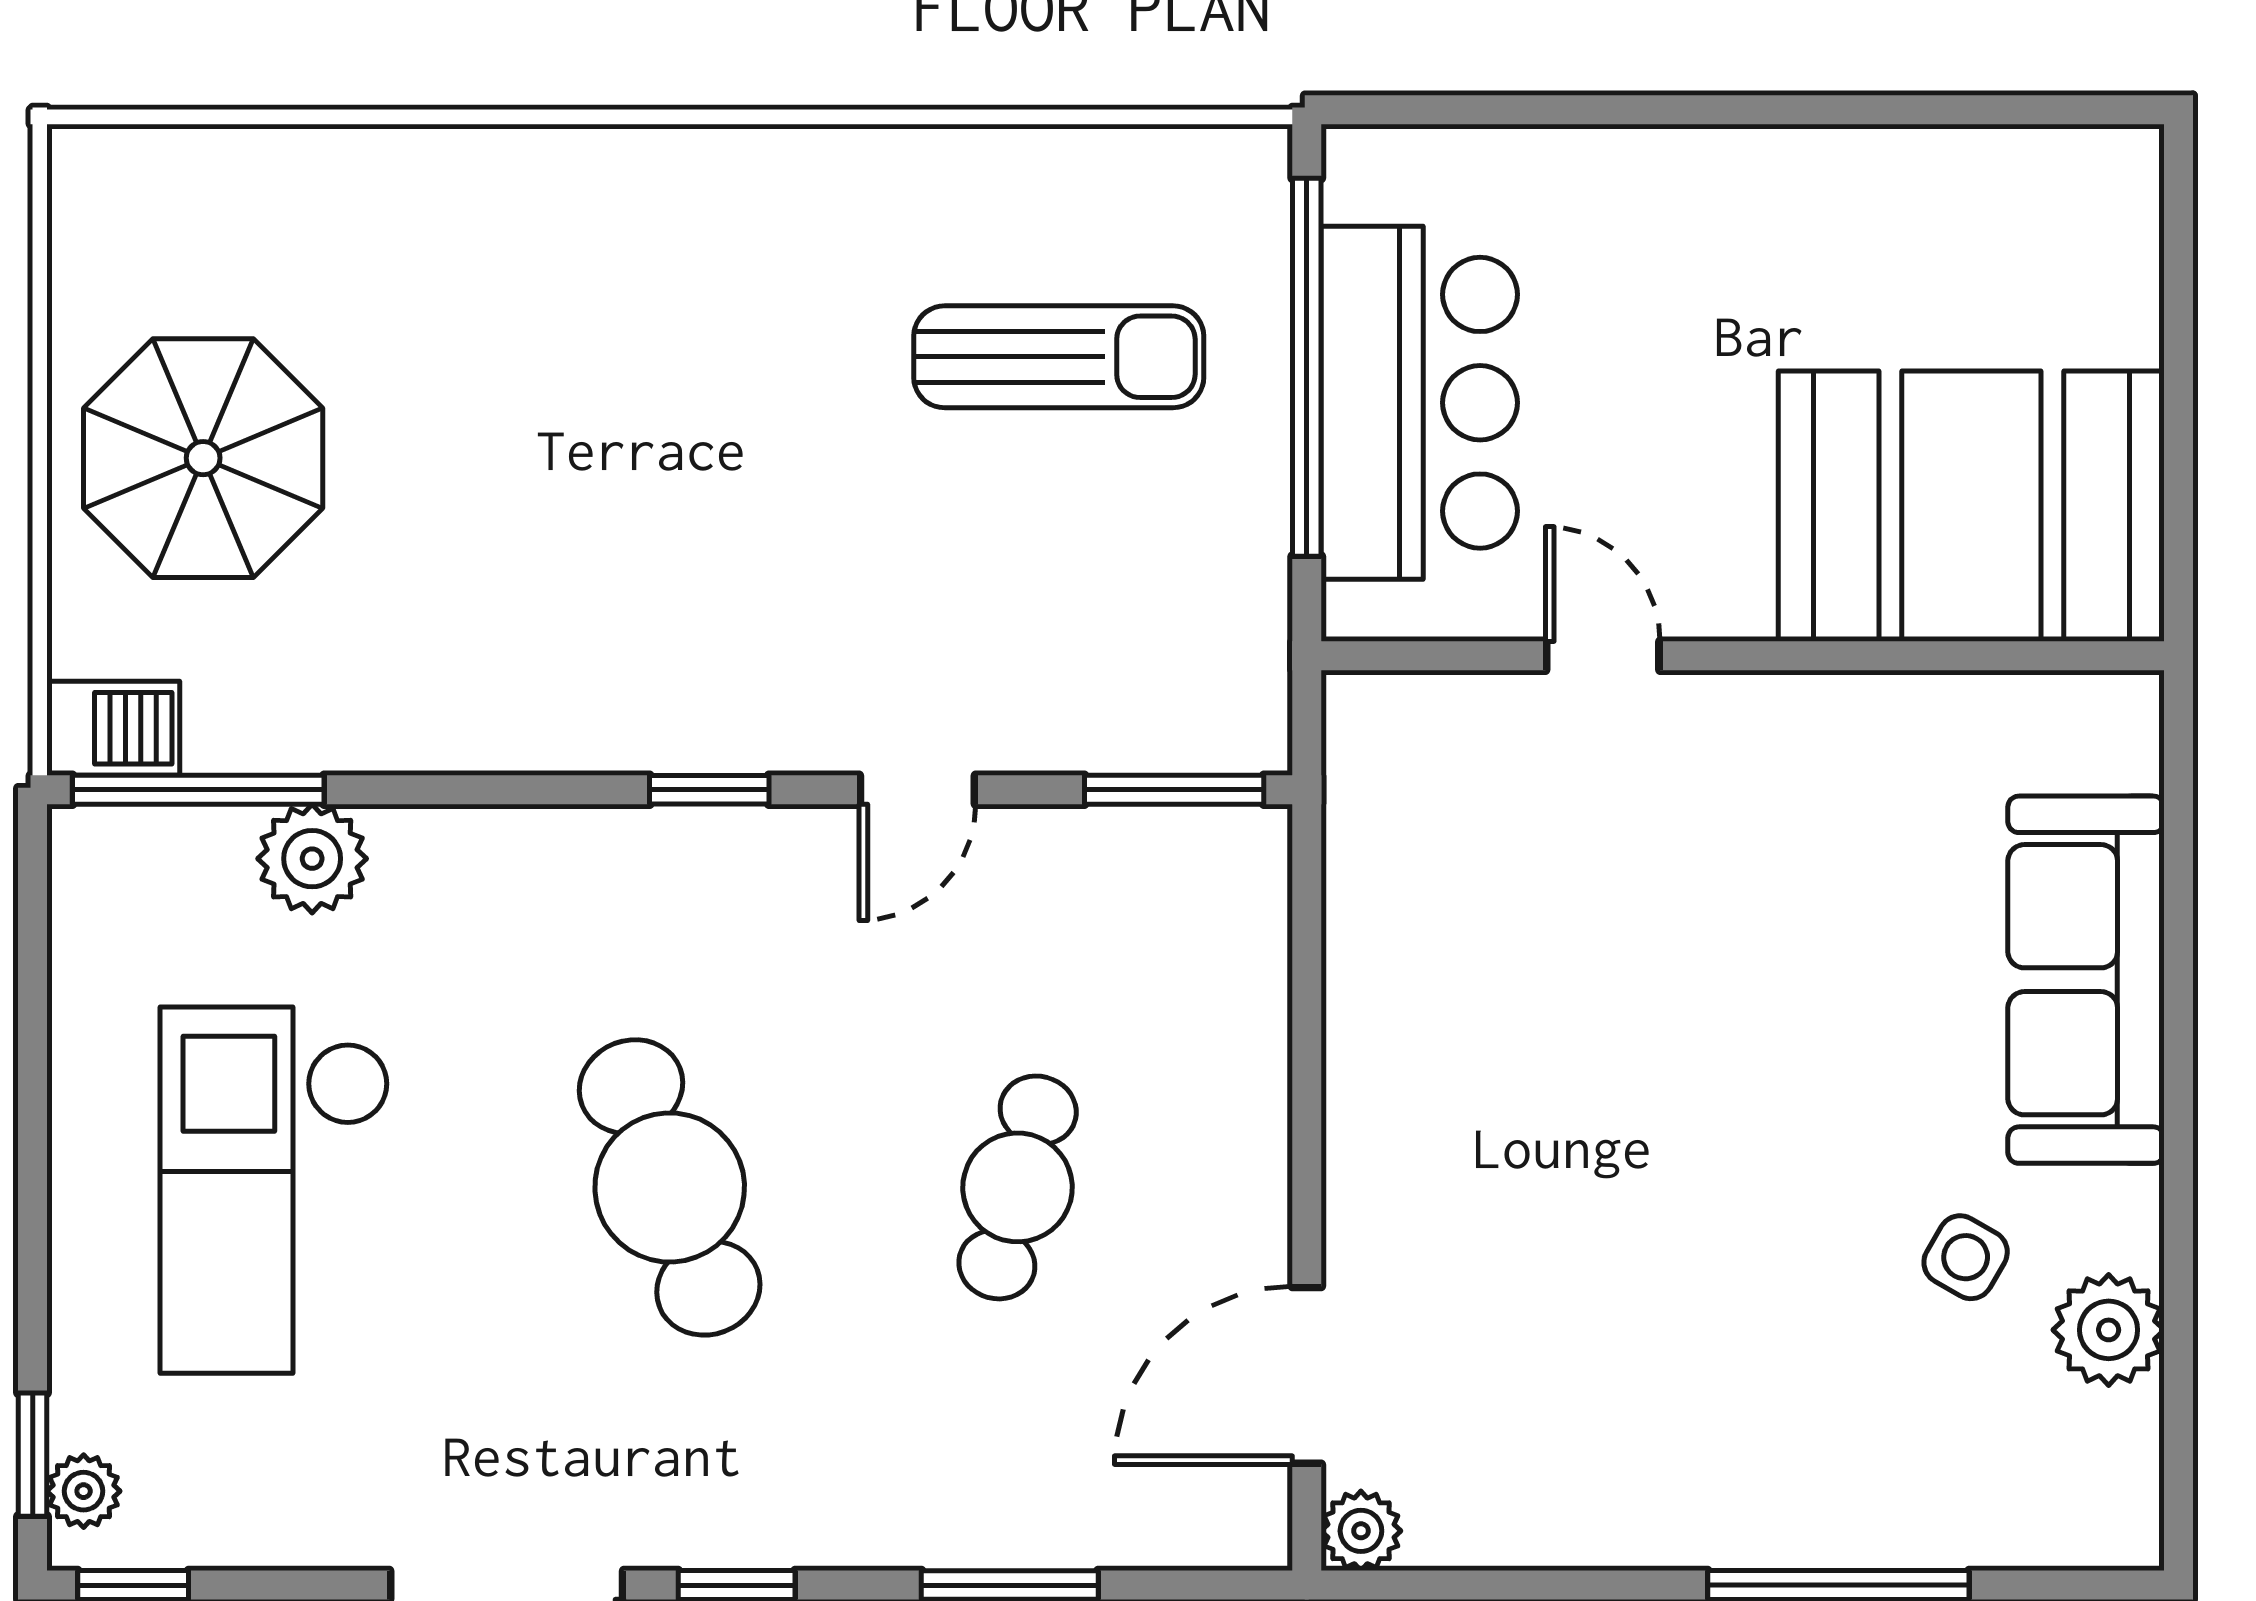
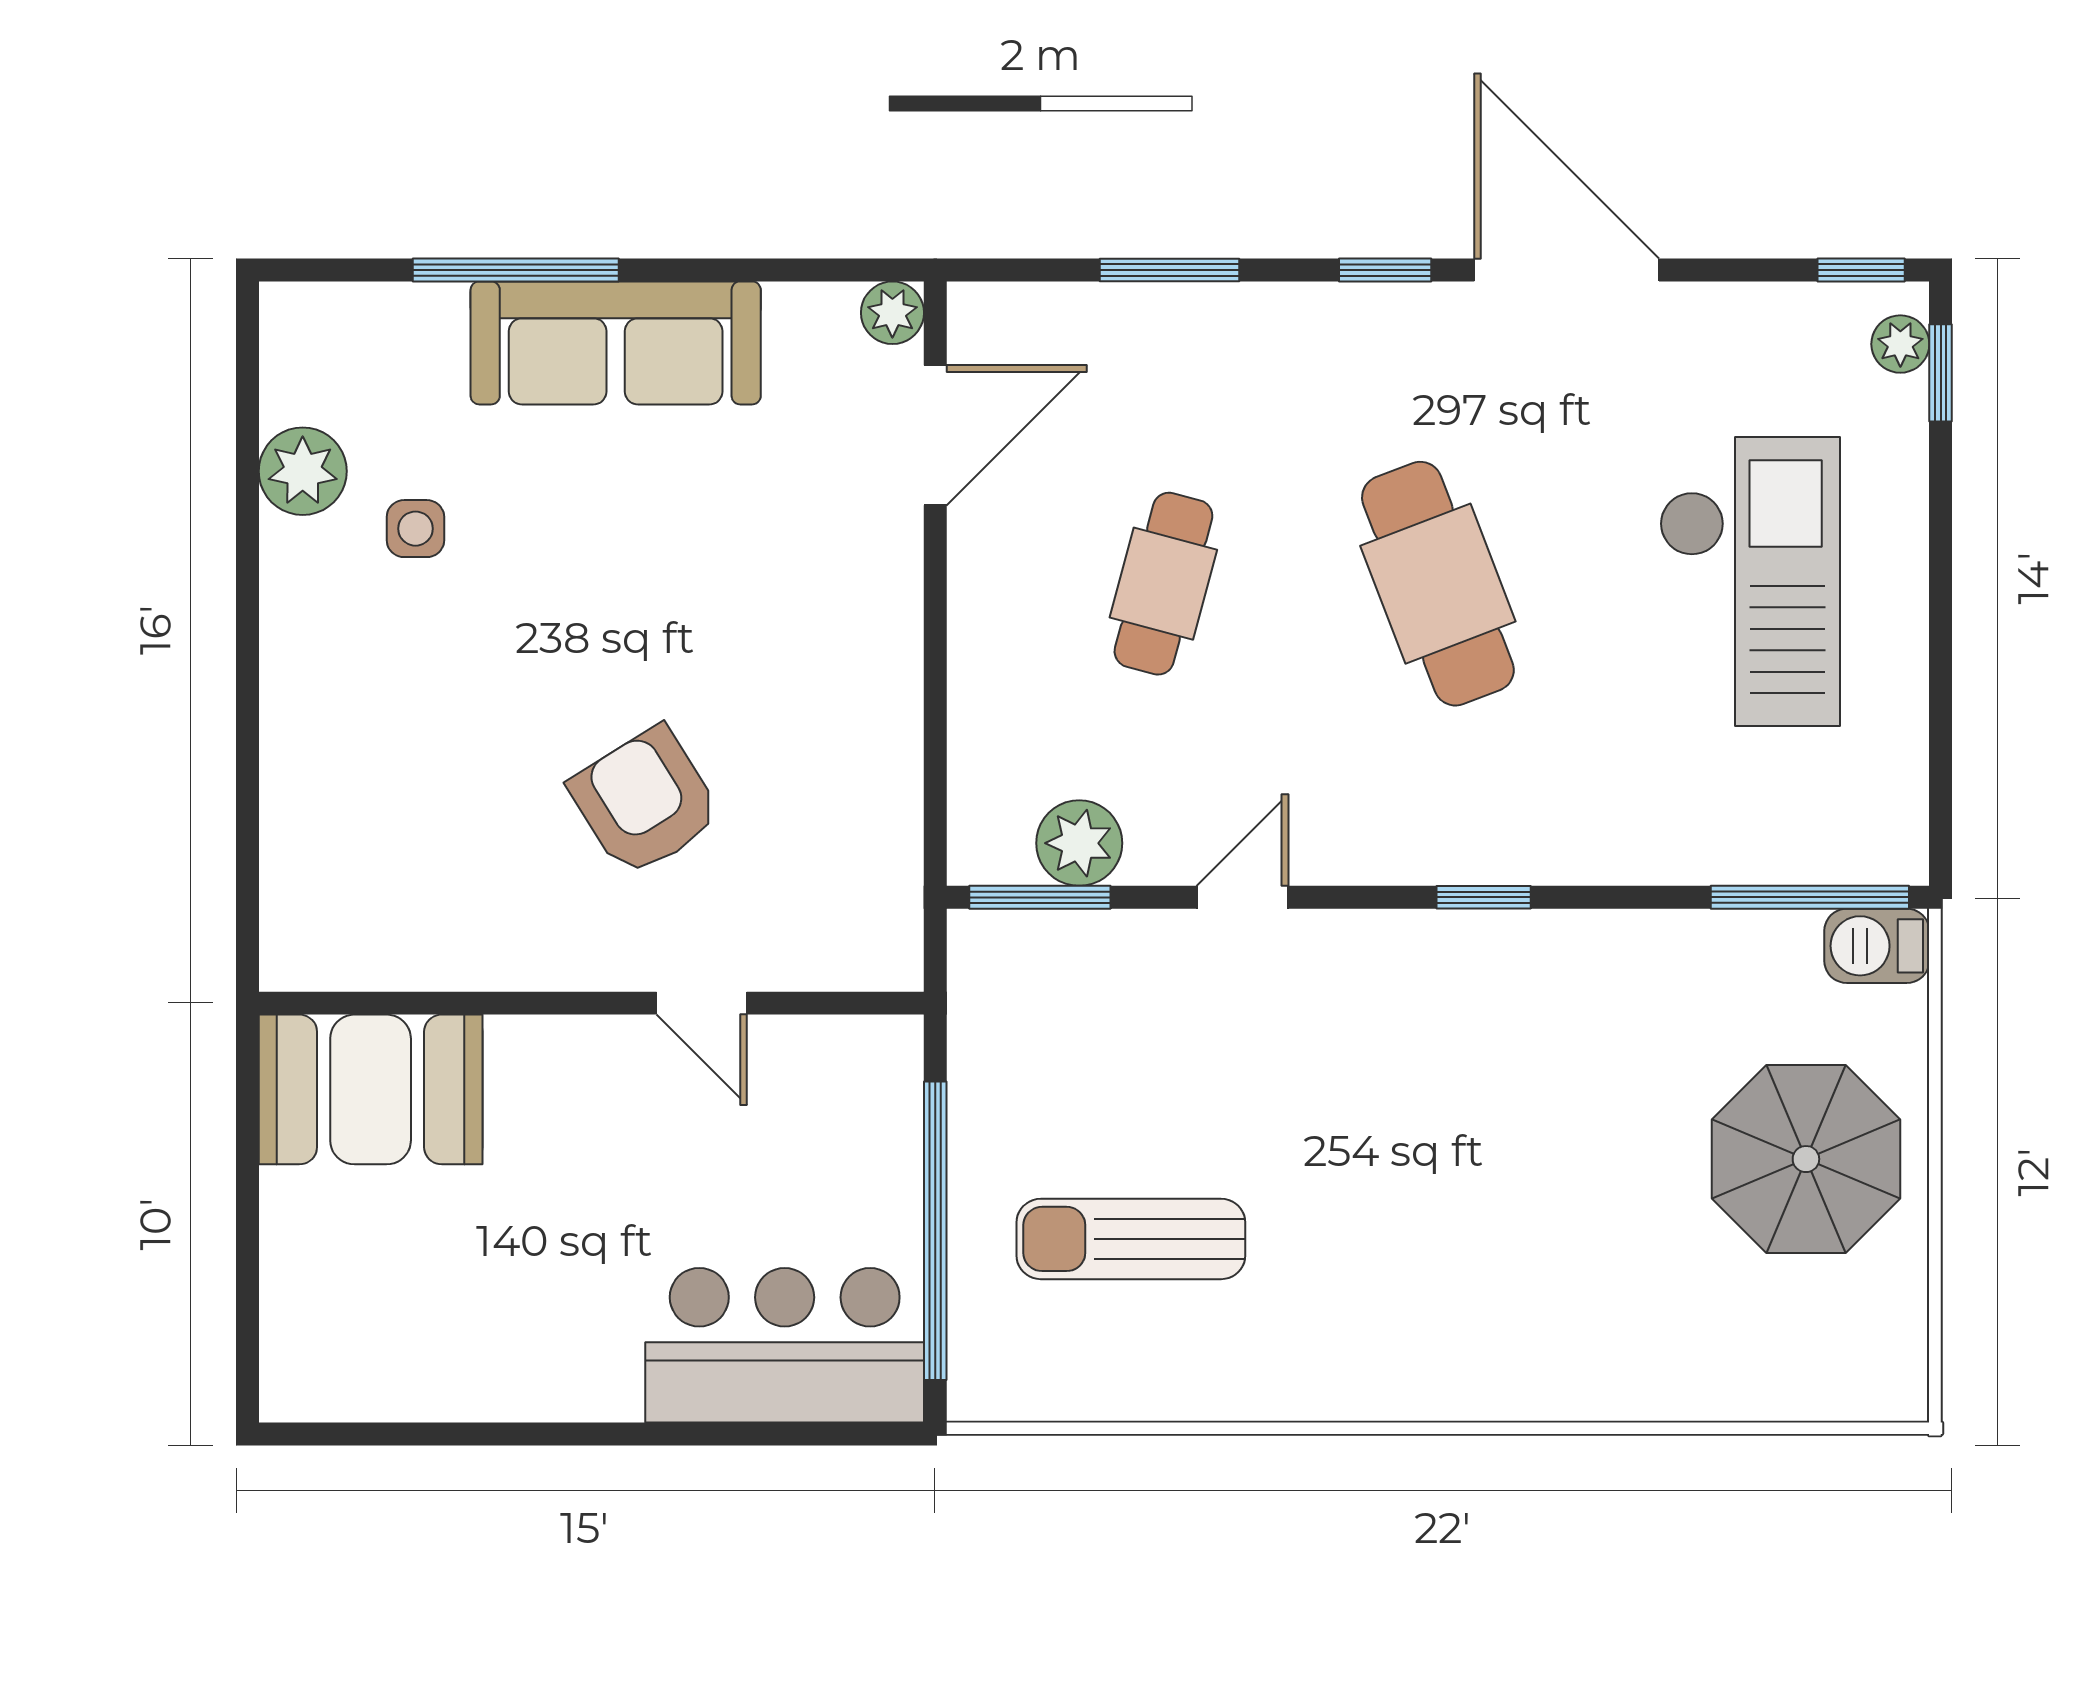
bar counter: (1419, 403) -> (785, 1345), moved, turned 90
booth: (1971, 506) -> (371, 1089), width x0.73, depth x0.70
window: (709, 790) -> (1484, 897), moved
plant: (312, 859) -> (1079, 843), moved
armchair: (1674, 911) -> (645, 802), added
sofa: (2086, 980) -> (616, 343), moved, turned 90
side table: (1966, 1257) -> (415, 529), turned -30

